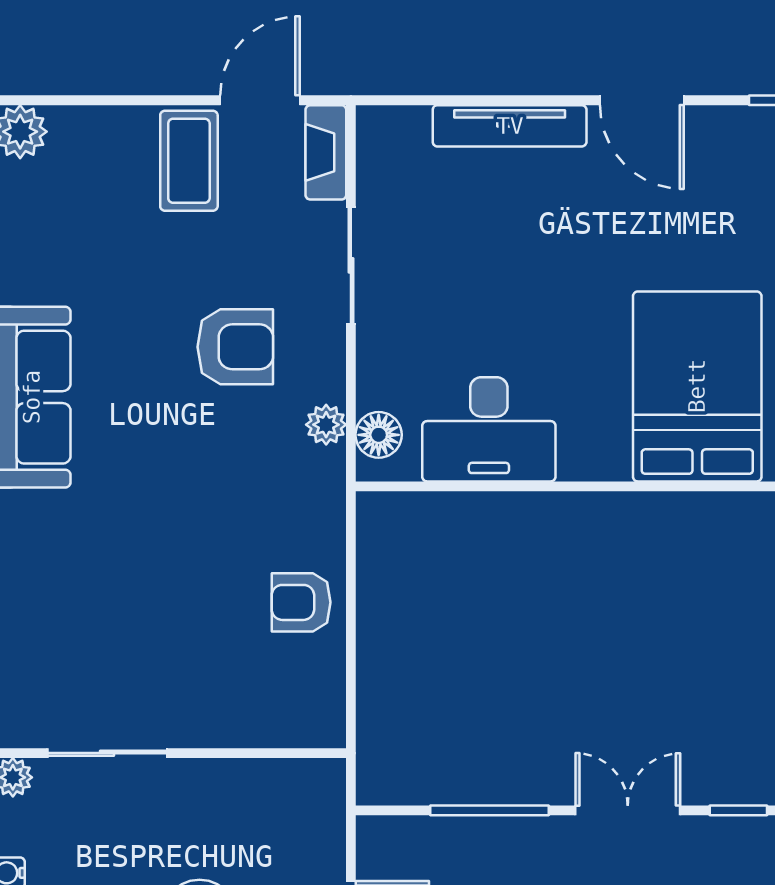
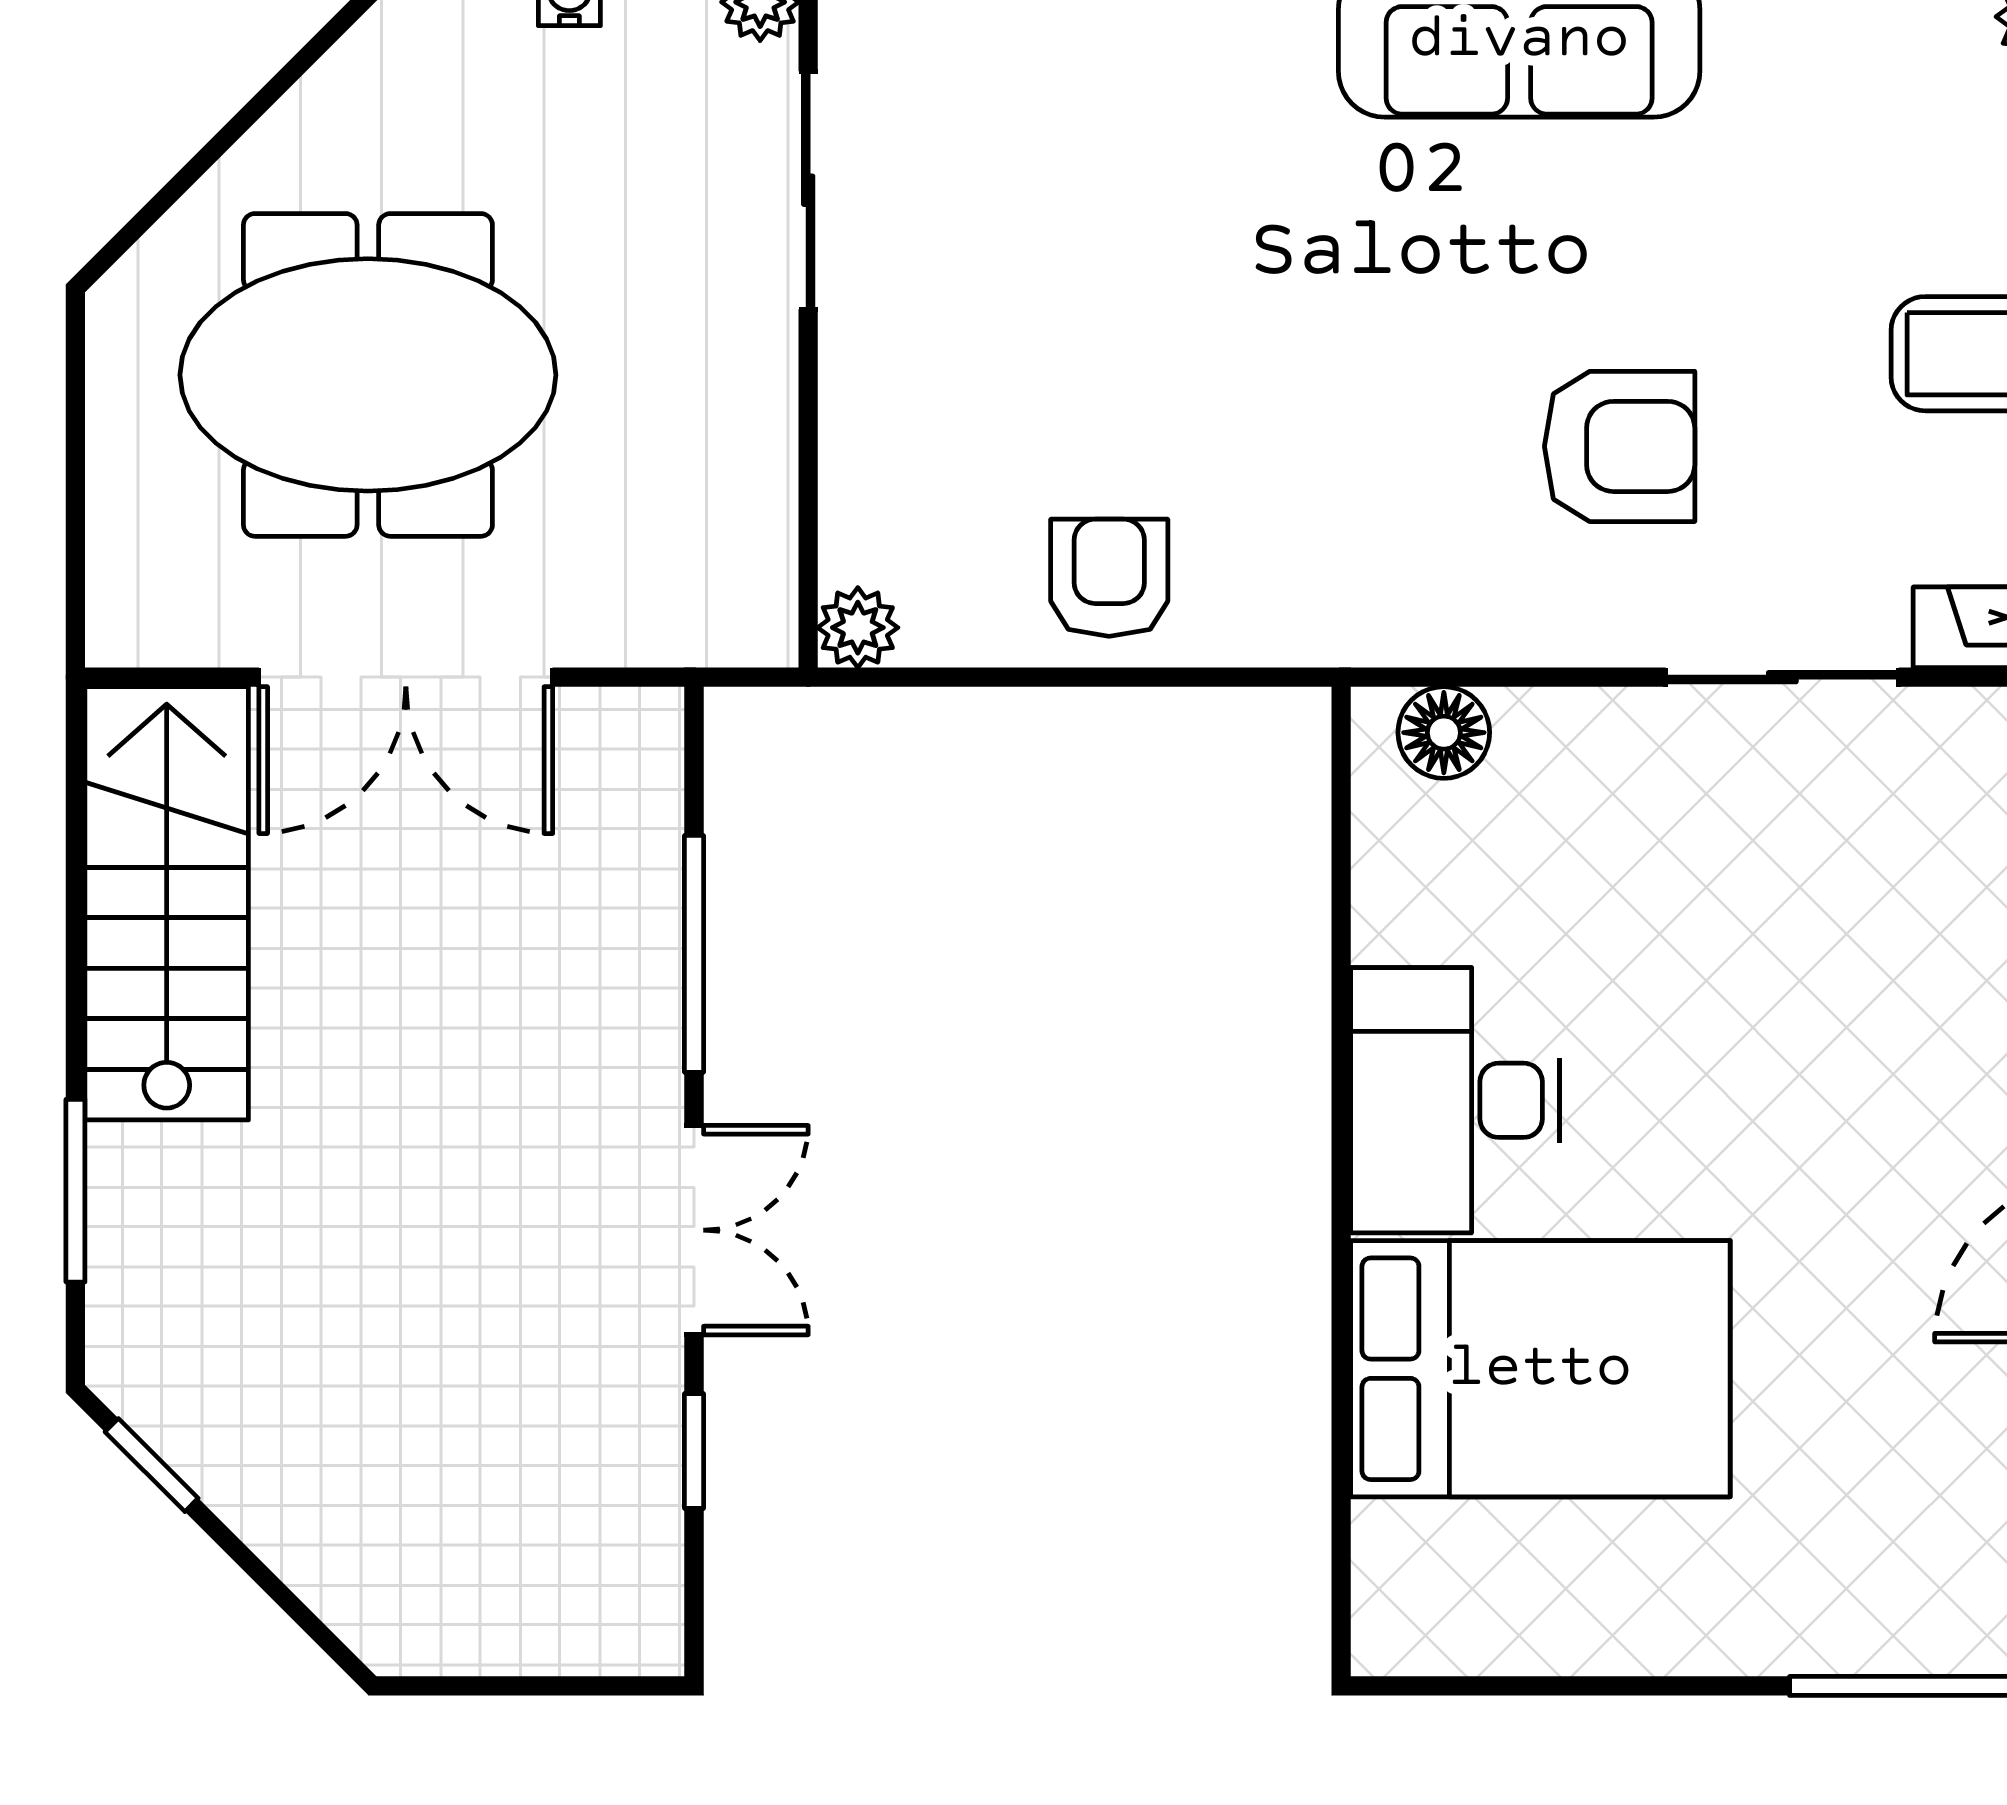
armchair: (235, 347) -> (1620, 446), turned -90
plant: (326, 425) -> (858, 628), moved
desk: (489, 429) -> (1455, 1100), moved

